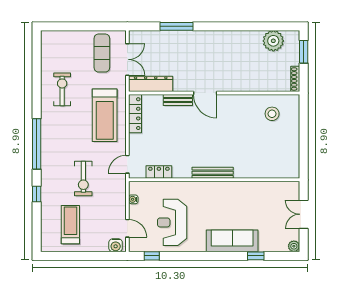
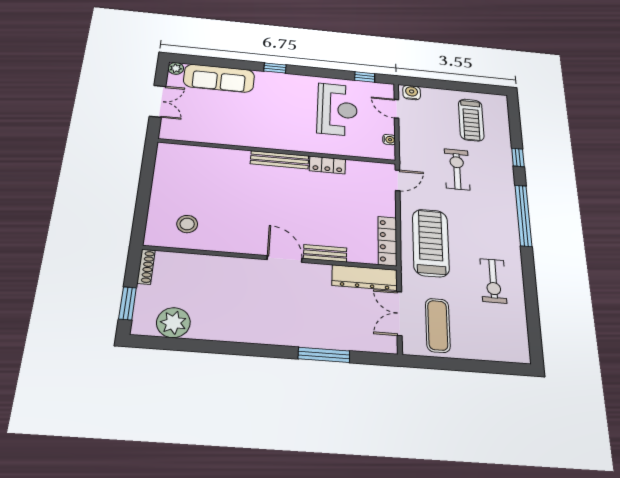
locker: (159, 172) -> (327, 165), moved
sofa: (232, 241) -> (219, 78), moved
window: (256, 256) -> (275, 68), moved

